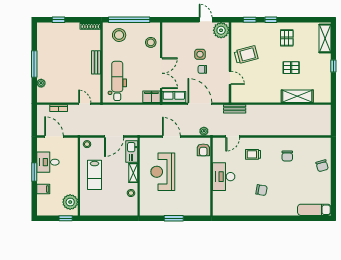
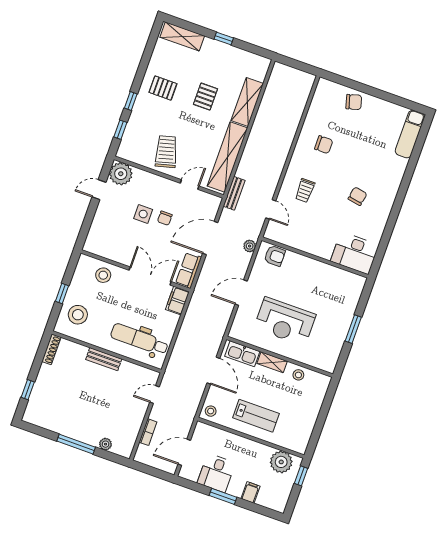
window: (129, 20) -> (62, 294), width x0.32
shelving: (257, 96) -> (227, 157), added
desk: (224, 177) -> (355, 253), moved

